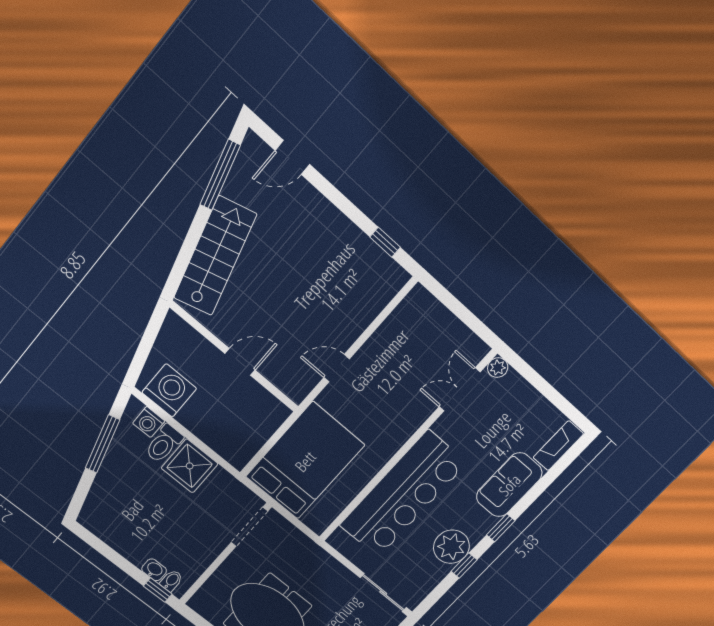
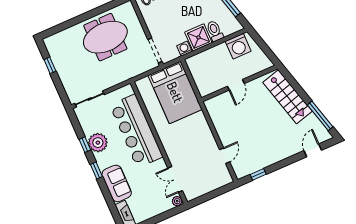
door: (337, 368) -> (225, 156), moved
double door: (460, 389) -> (175, 179), swing flipped
washing machine: (149, 422) -> (184, 49), moved

